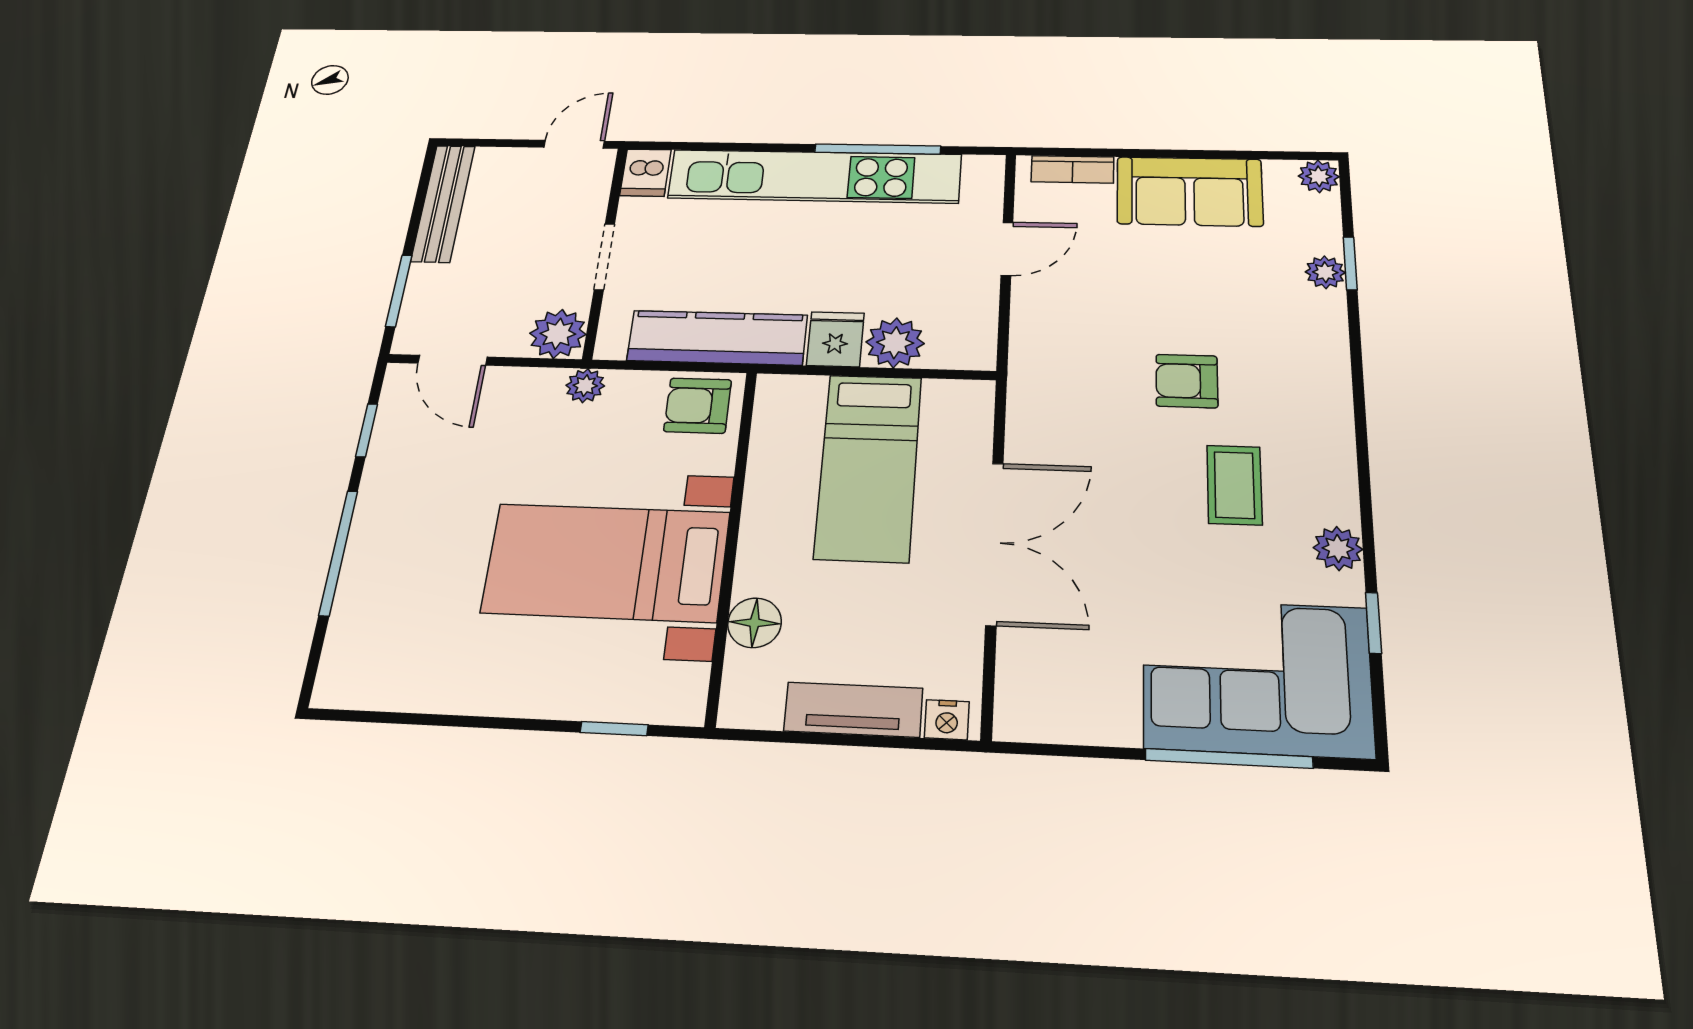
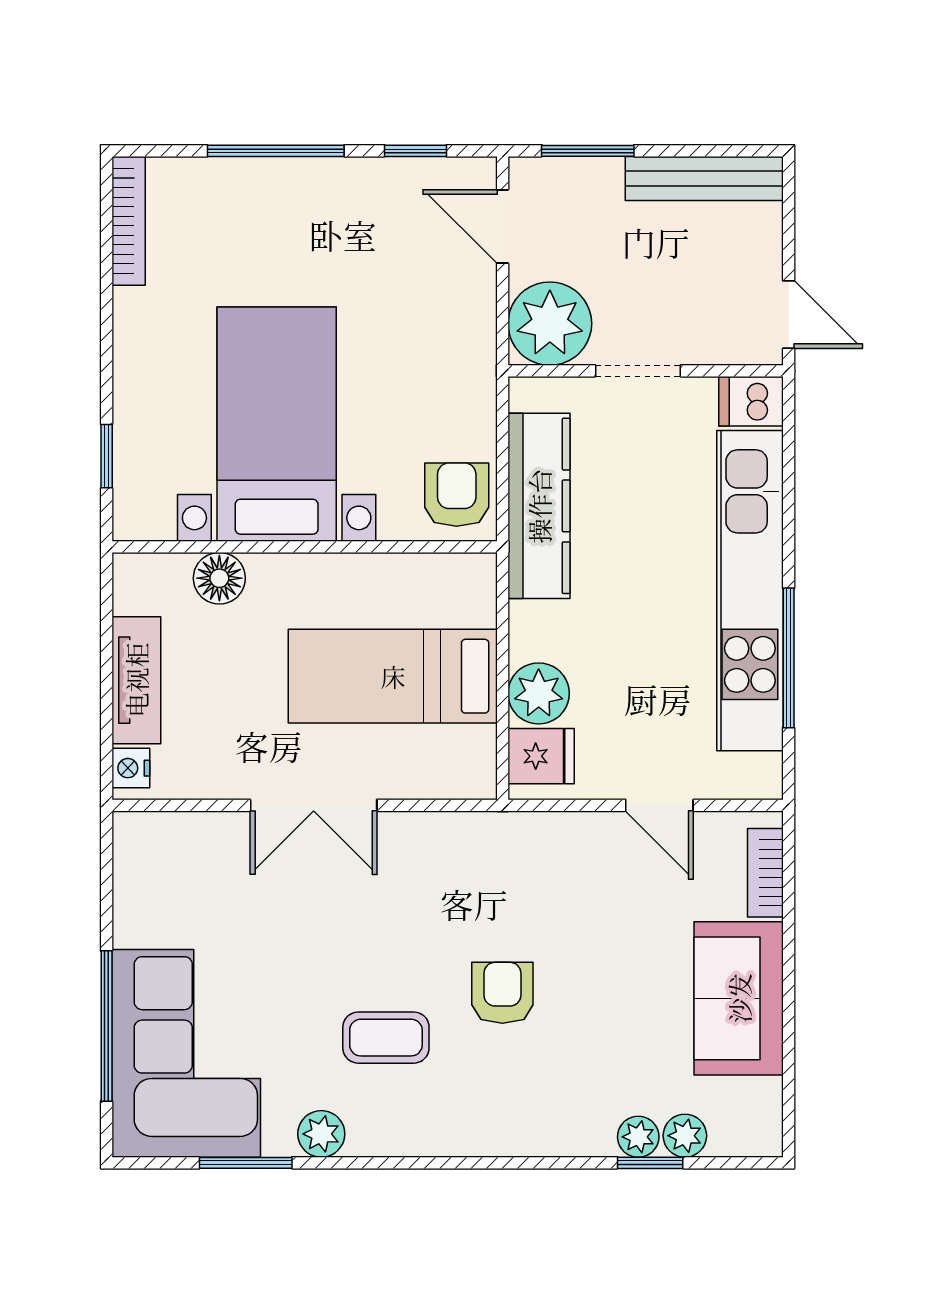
plant: (1319, 176) -> (685, 1136), moved
plant: (558, 334) -> (550, 324), width x1.36, depth x1.36
fridge: (835, 339) -> (541, 756), moved
door: (453, 360) -> (503, 226), hinge flipped
plant: (585, 386) -> (476, 373), removed
double door: (994, 543) -> (314, 805), width x0.73
window: (1373, 623) -> (246, 1163), width x1.50
bookcase: (377, 695) -> (129, 221), added

